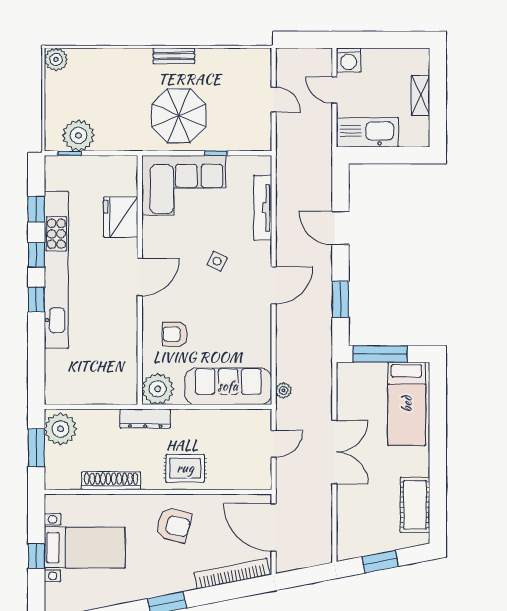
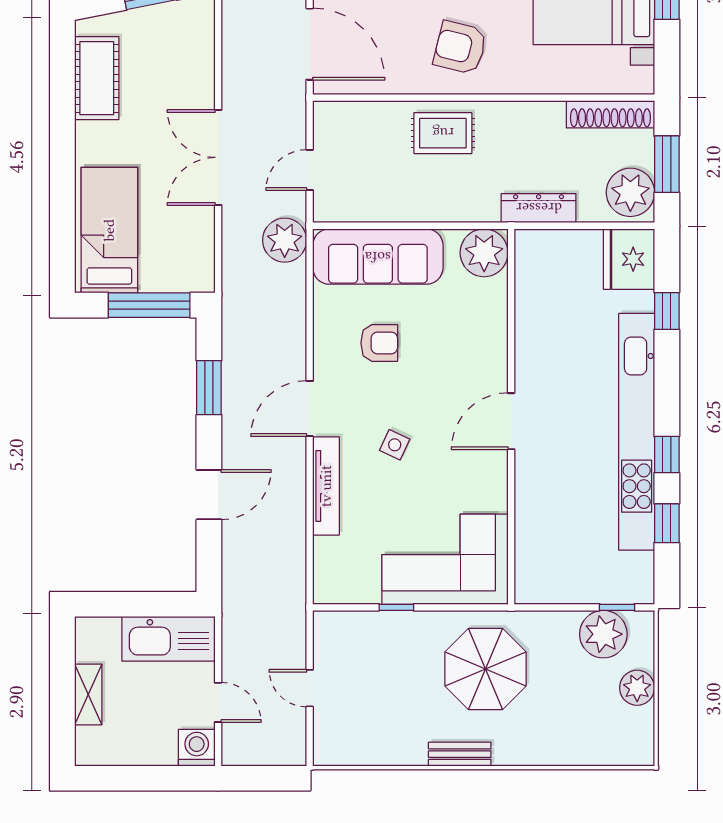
plant: (56, 59) -> (637, 688), moved
parasol: (179, 116) -> (485, 669), moved
tv unit: (263, 208) -> (326, 486), moved
fridge: (121, 217) -> (629, 259), moved, turned 180
door: (340, 228) -> (209, 495), hinge flipped
window: (36, 300) -> (667, 311), moved
armchair: (175, 334) -> (379, 343), moved
plant: (283, 390) -> (285, 240), width x1.87, depth x1.87
dresser: (145, 418) -> (539, 208), moved
shoe rack: (111, 481) -> (610, 114), moved

